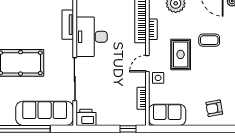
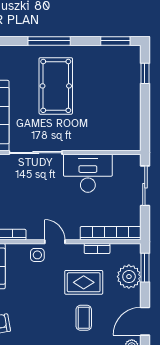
tv unit: (68, 25) -> (103, 144), removed
rug: (181, 54) -> (84, 282), moved

